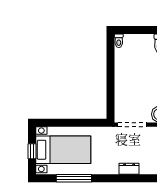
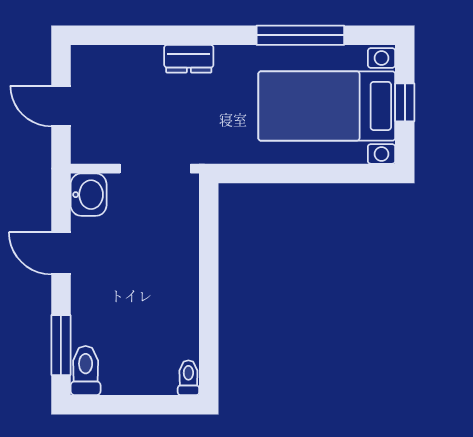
dresser: (129, 169) -> (189, 59), moved

